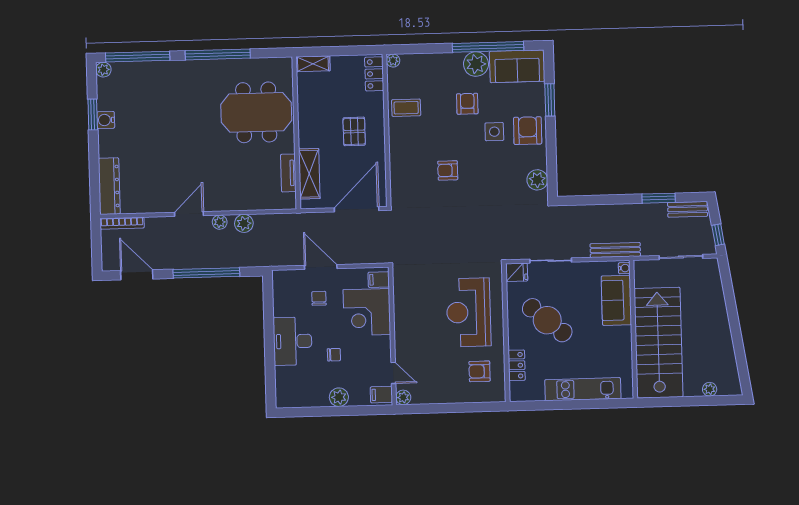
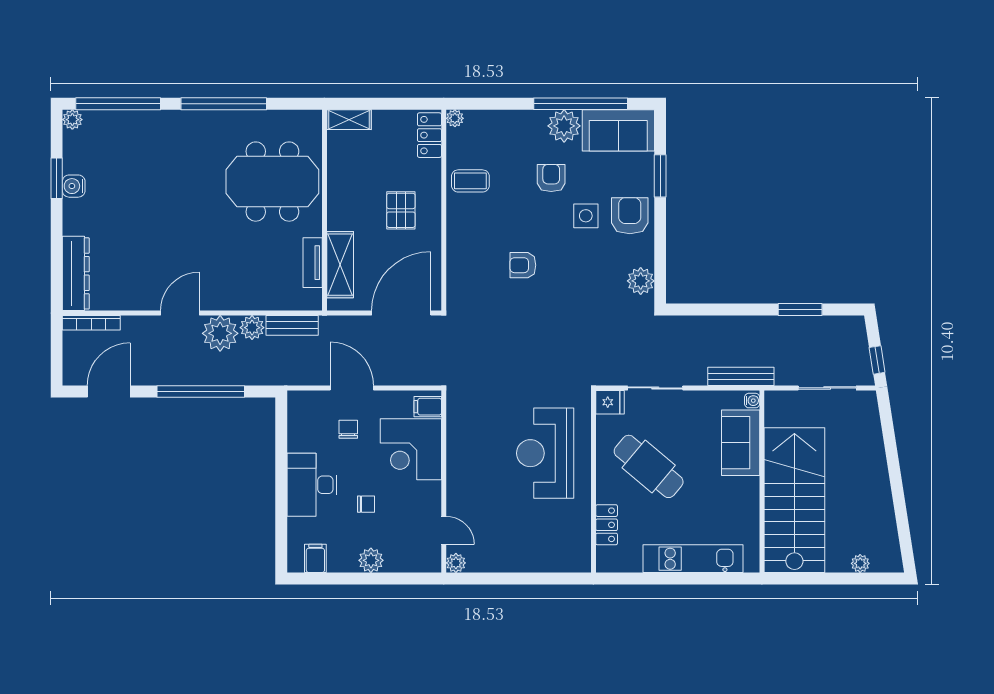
bench: (688, 209) -> (292, 325), moved
plant: (220, 222) -> (220, 333), width x1.87, depth x1.87
door: (137, 275) -> (109, 391), hinge flipped
armchair: (480, 371) -> (557, 531), removed
filing cabinet: (381, 395) -> (315, 558), moved, turned 90

